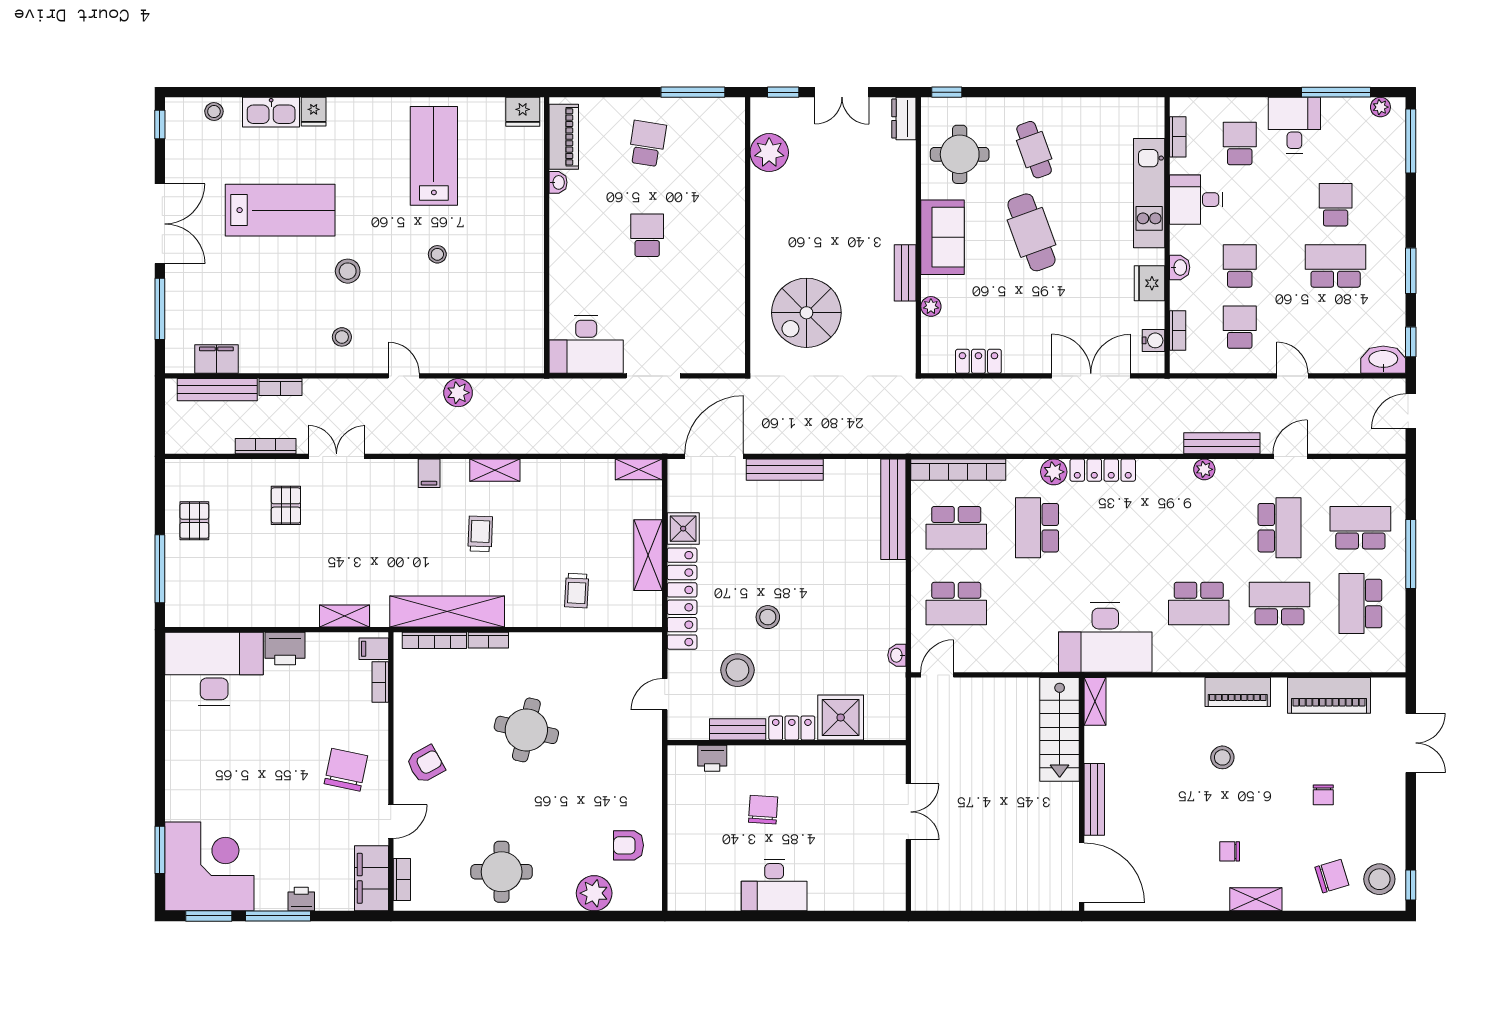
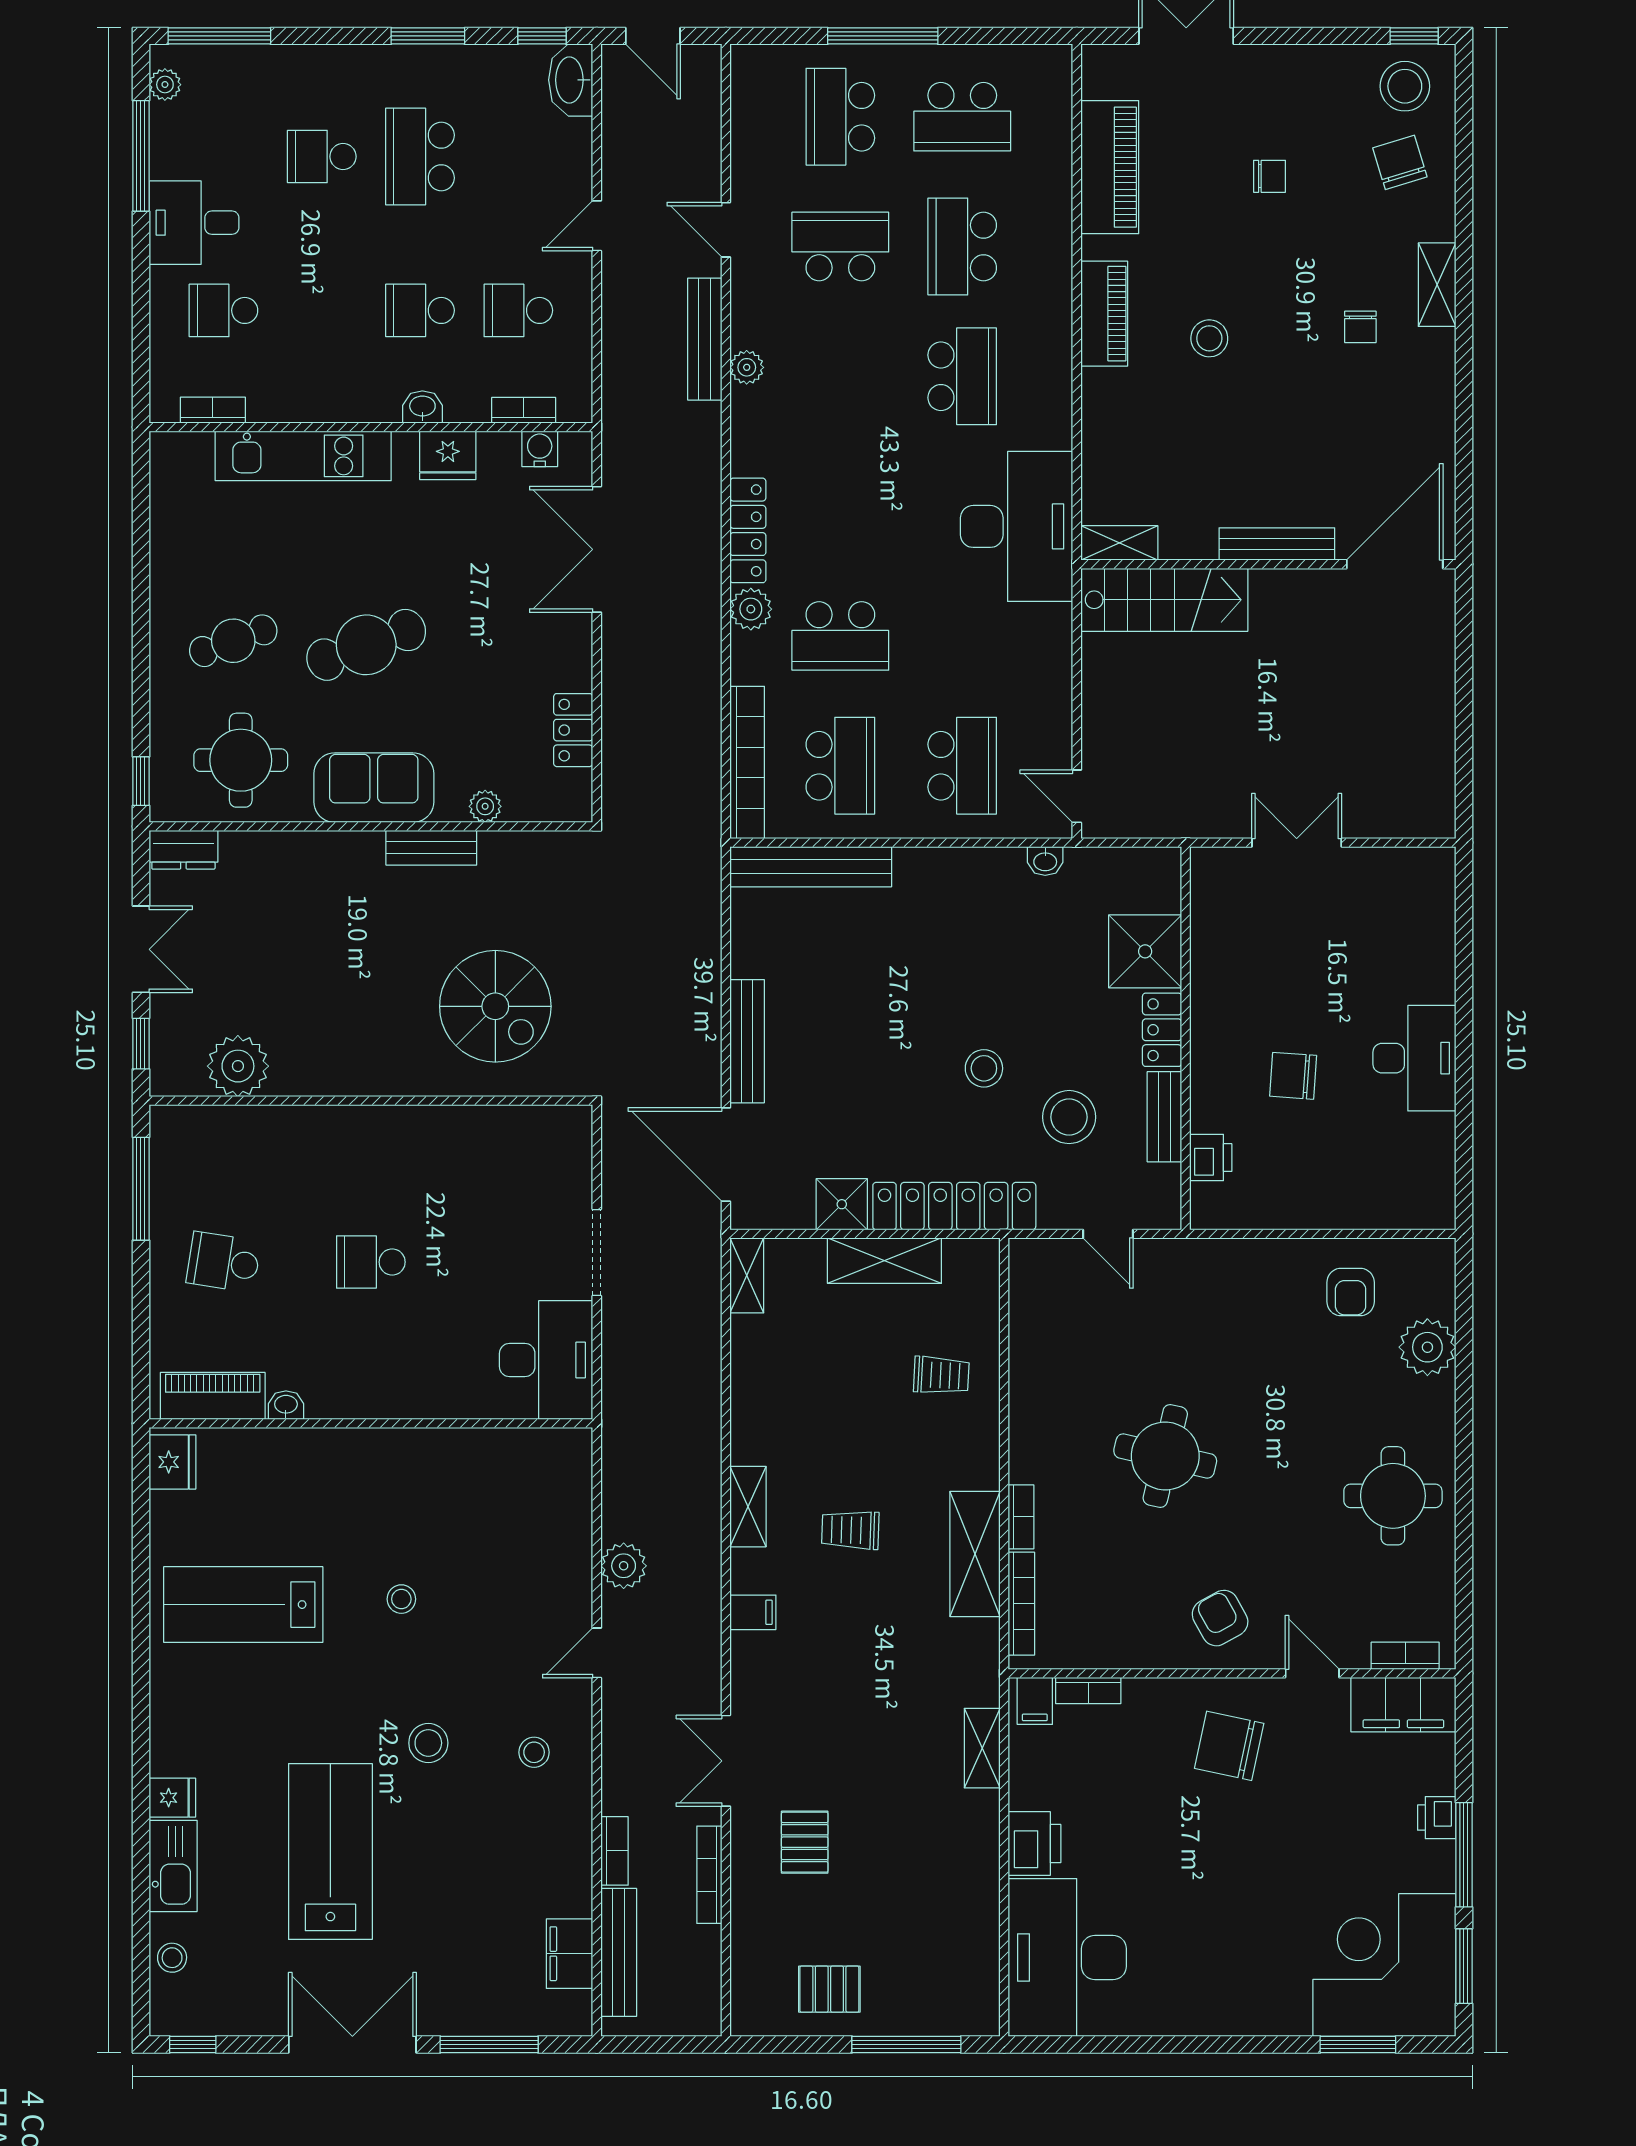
desk: (1196, 200) -> (314, 380), removed
pallet: (286, 505) -> (805, 1842), turned 90
shelving: (447, 612) -> (975, 1554), width x0.68

